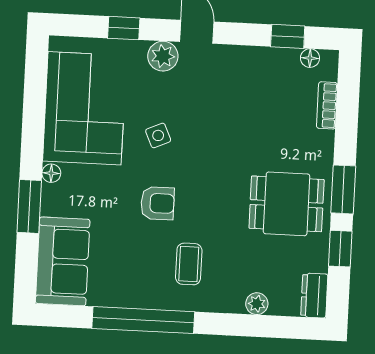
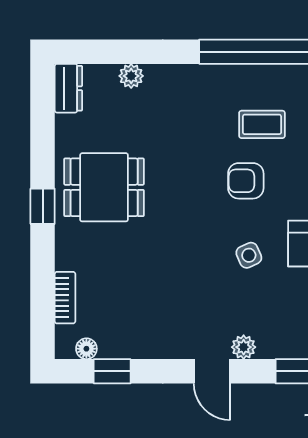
plant: (163, 56) -> (244, 347), width x0.73, depth x0.73
window: (343, 189) -> (43, 206), width x0.67
window: (340, 249) -> (43, 141), removed
coffee table: (189, 264) -> (262, 124), moved, turned 90

